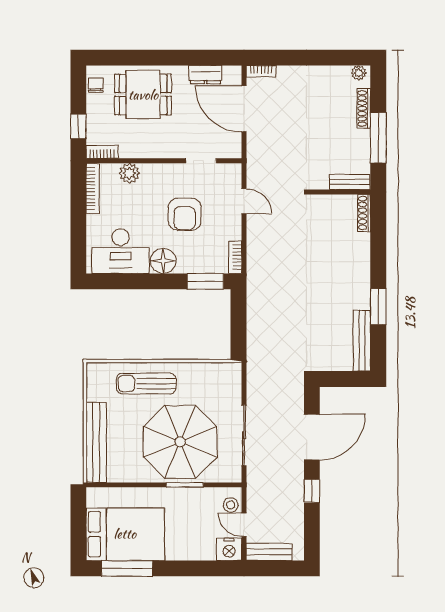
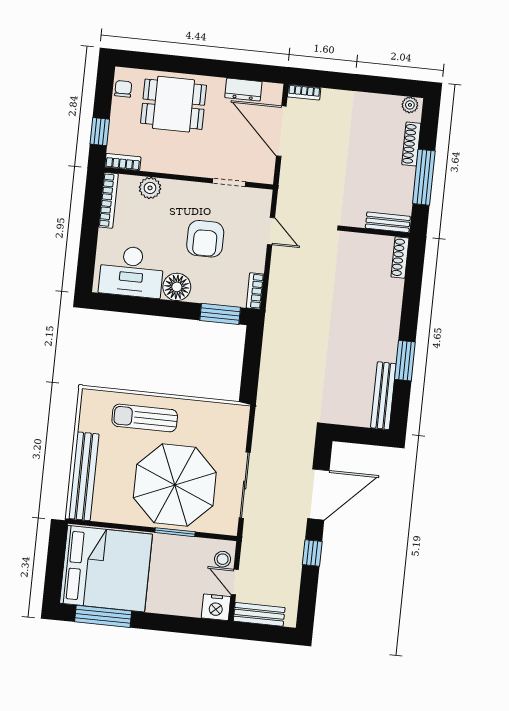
bed: (125, 534) -> (106, 569), width x1.36

